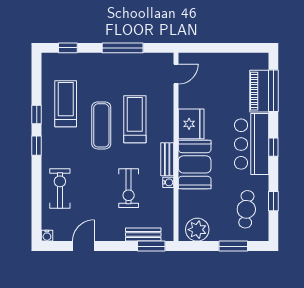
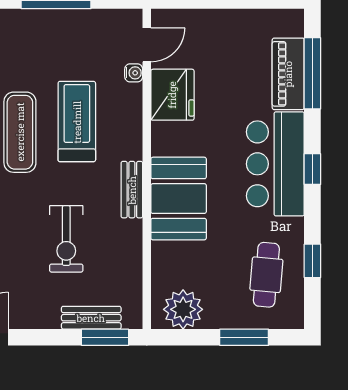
fridge: (191, 124) -> (172, 95), moved
water cooler: (168, 182) -> (134, 73), moved

